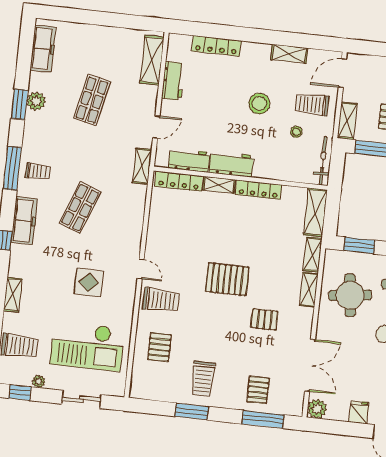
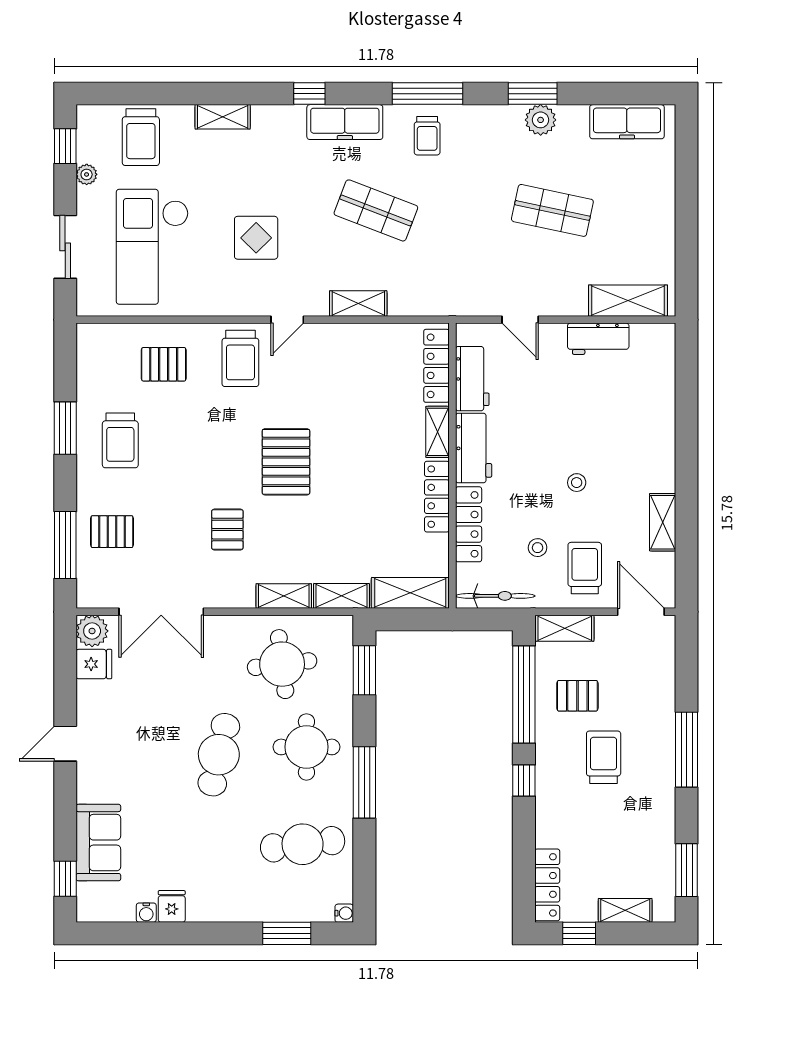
locker: (216, 46) -> (469, 524), moved, turned 180
stool: (259, 104) -> (577, 483), width x0.53, depth x0.53
shelving: (142, 166) -> (358, 304), moved
trolley: (203, 379) -> (120, 440), turned -90
fridge: (359, 412) -> (94, 664), moved

